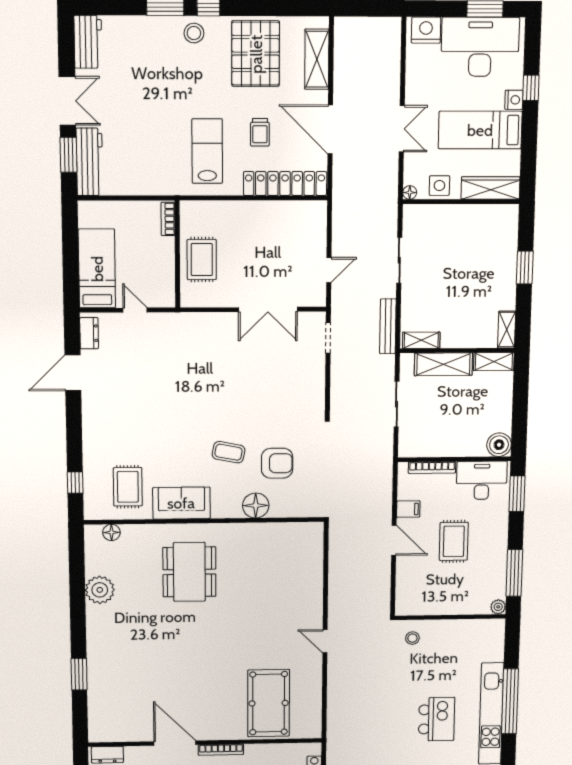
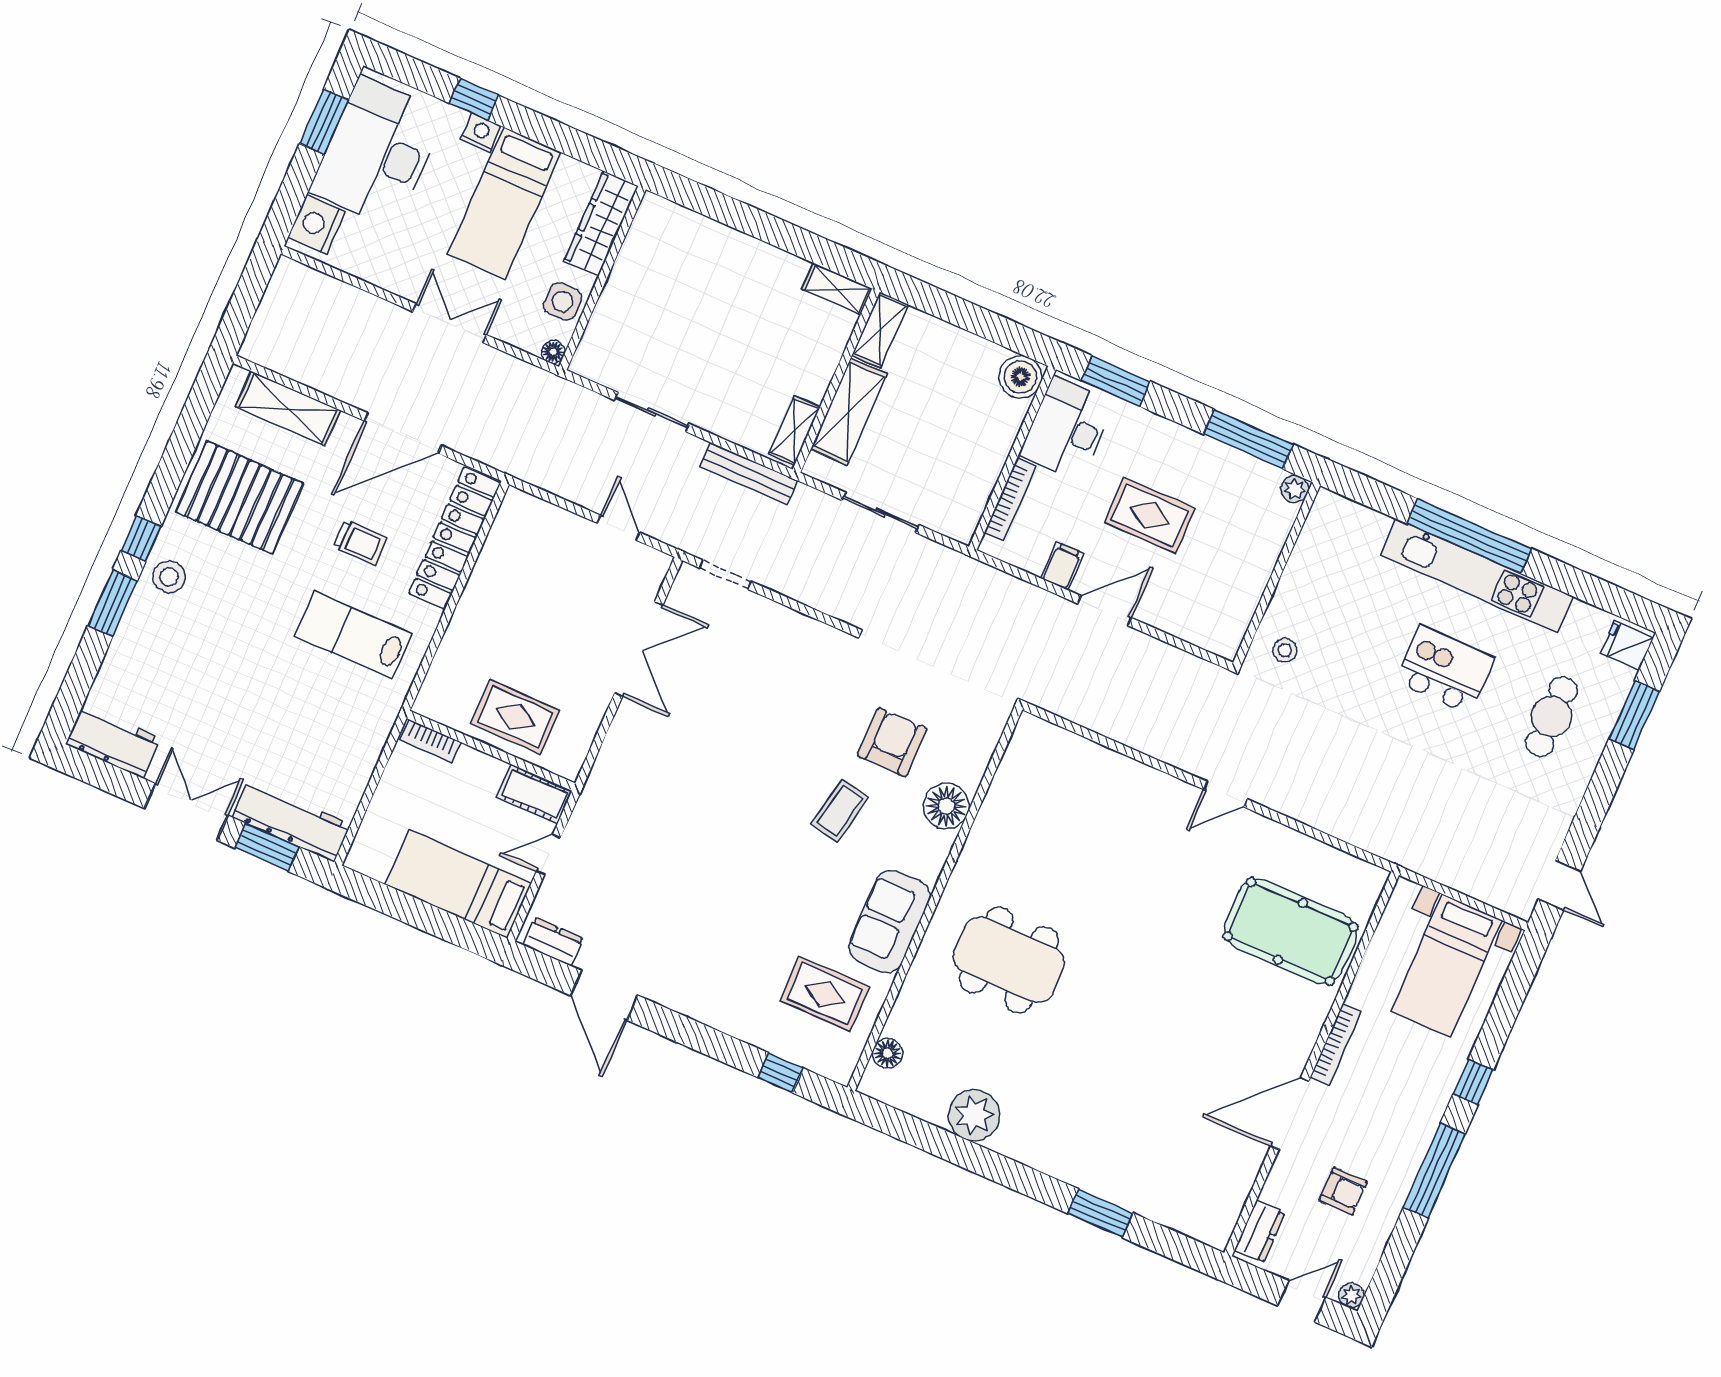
window: (525, 268) -> (750, 221), removed
cot: (164, 288) -> (534, 794), added

